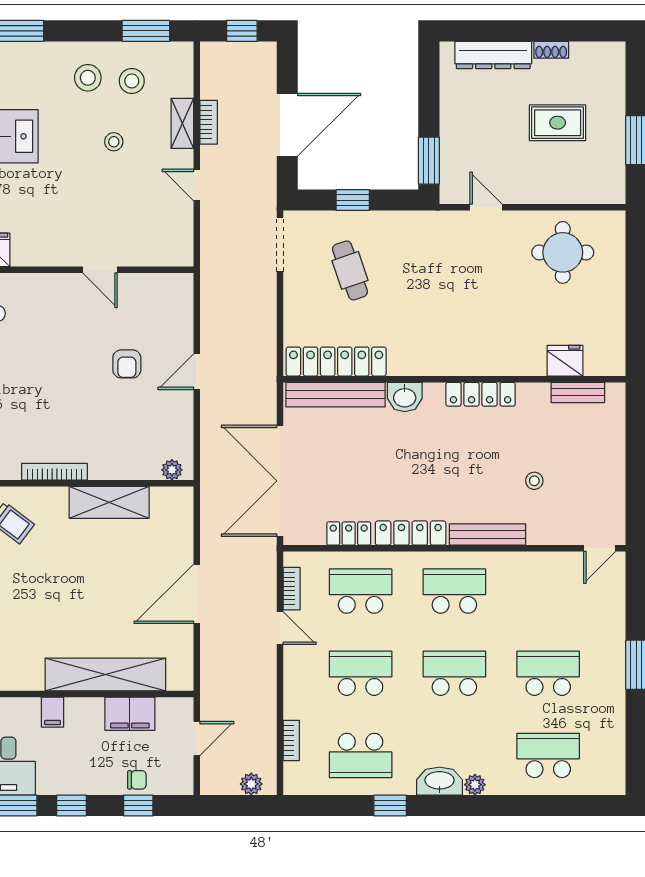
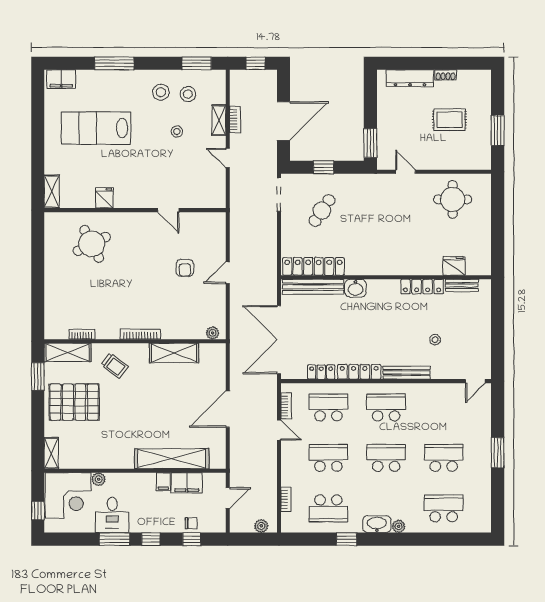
cafe table: (350, 270) -> (322, 210), turned 53
locker: (481, 394) -> (422, 287), moved
filing cabinet: (53, 712) -> (163, 482), moved

